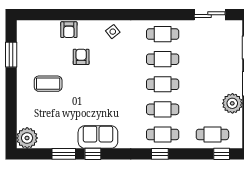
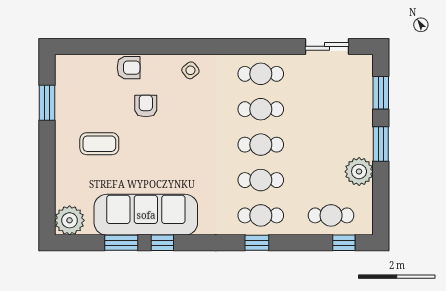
armchair: (69, 30) -> (129, 68), turned -90
sofa: (98, 137) -> (146, 215), width x1.85, depth x1.27

